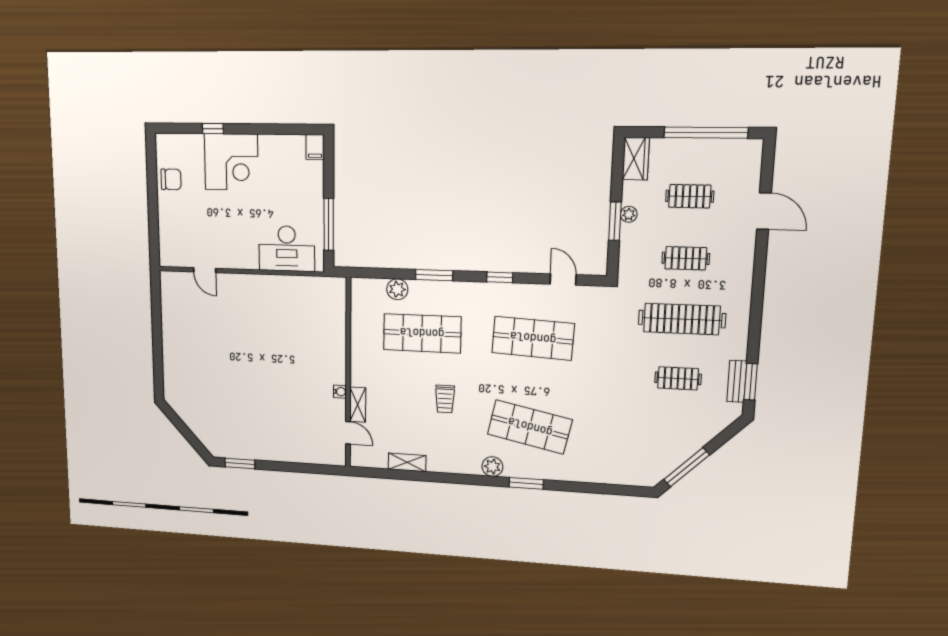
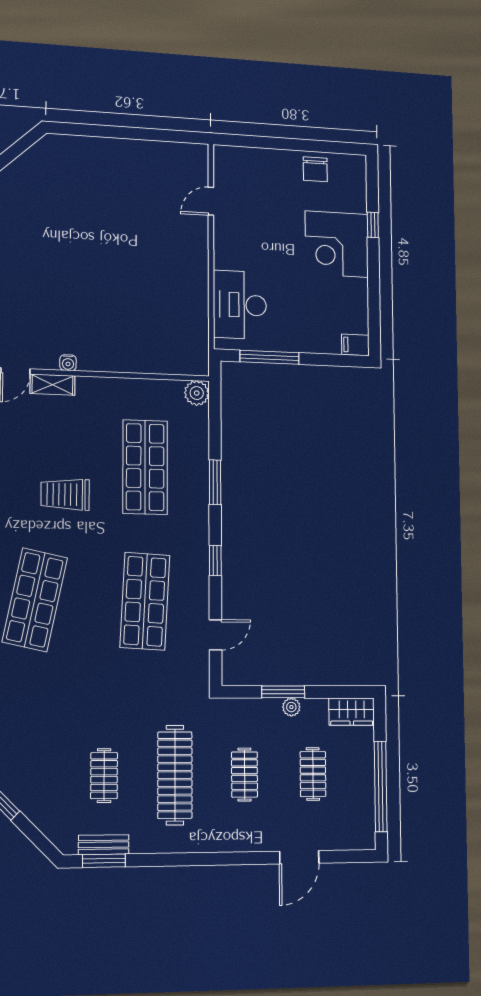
plant: (397, 289) -> (197, 393), moved
trolley: (445, 399) -> (65, 494), width x1.36, depth x1.39

